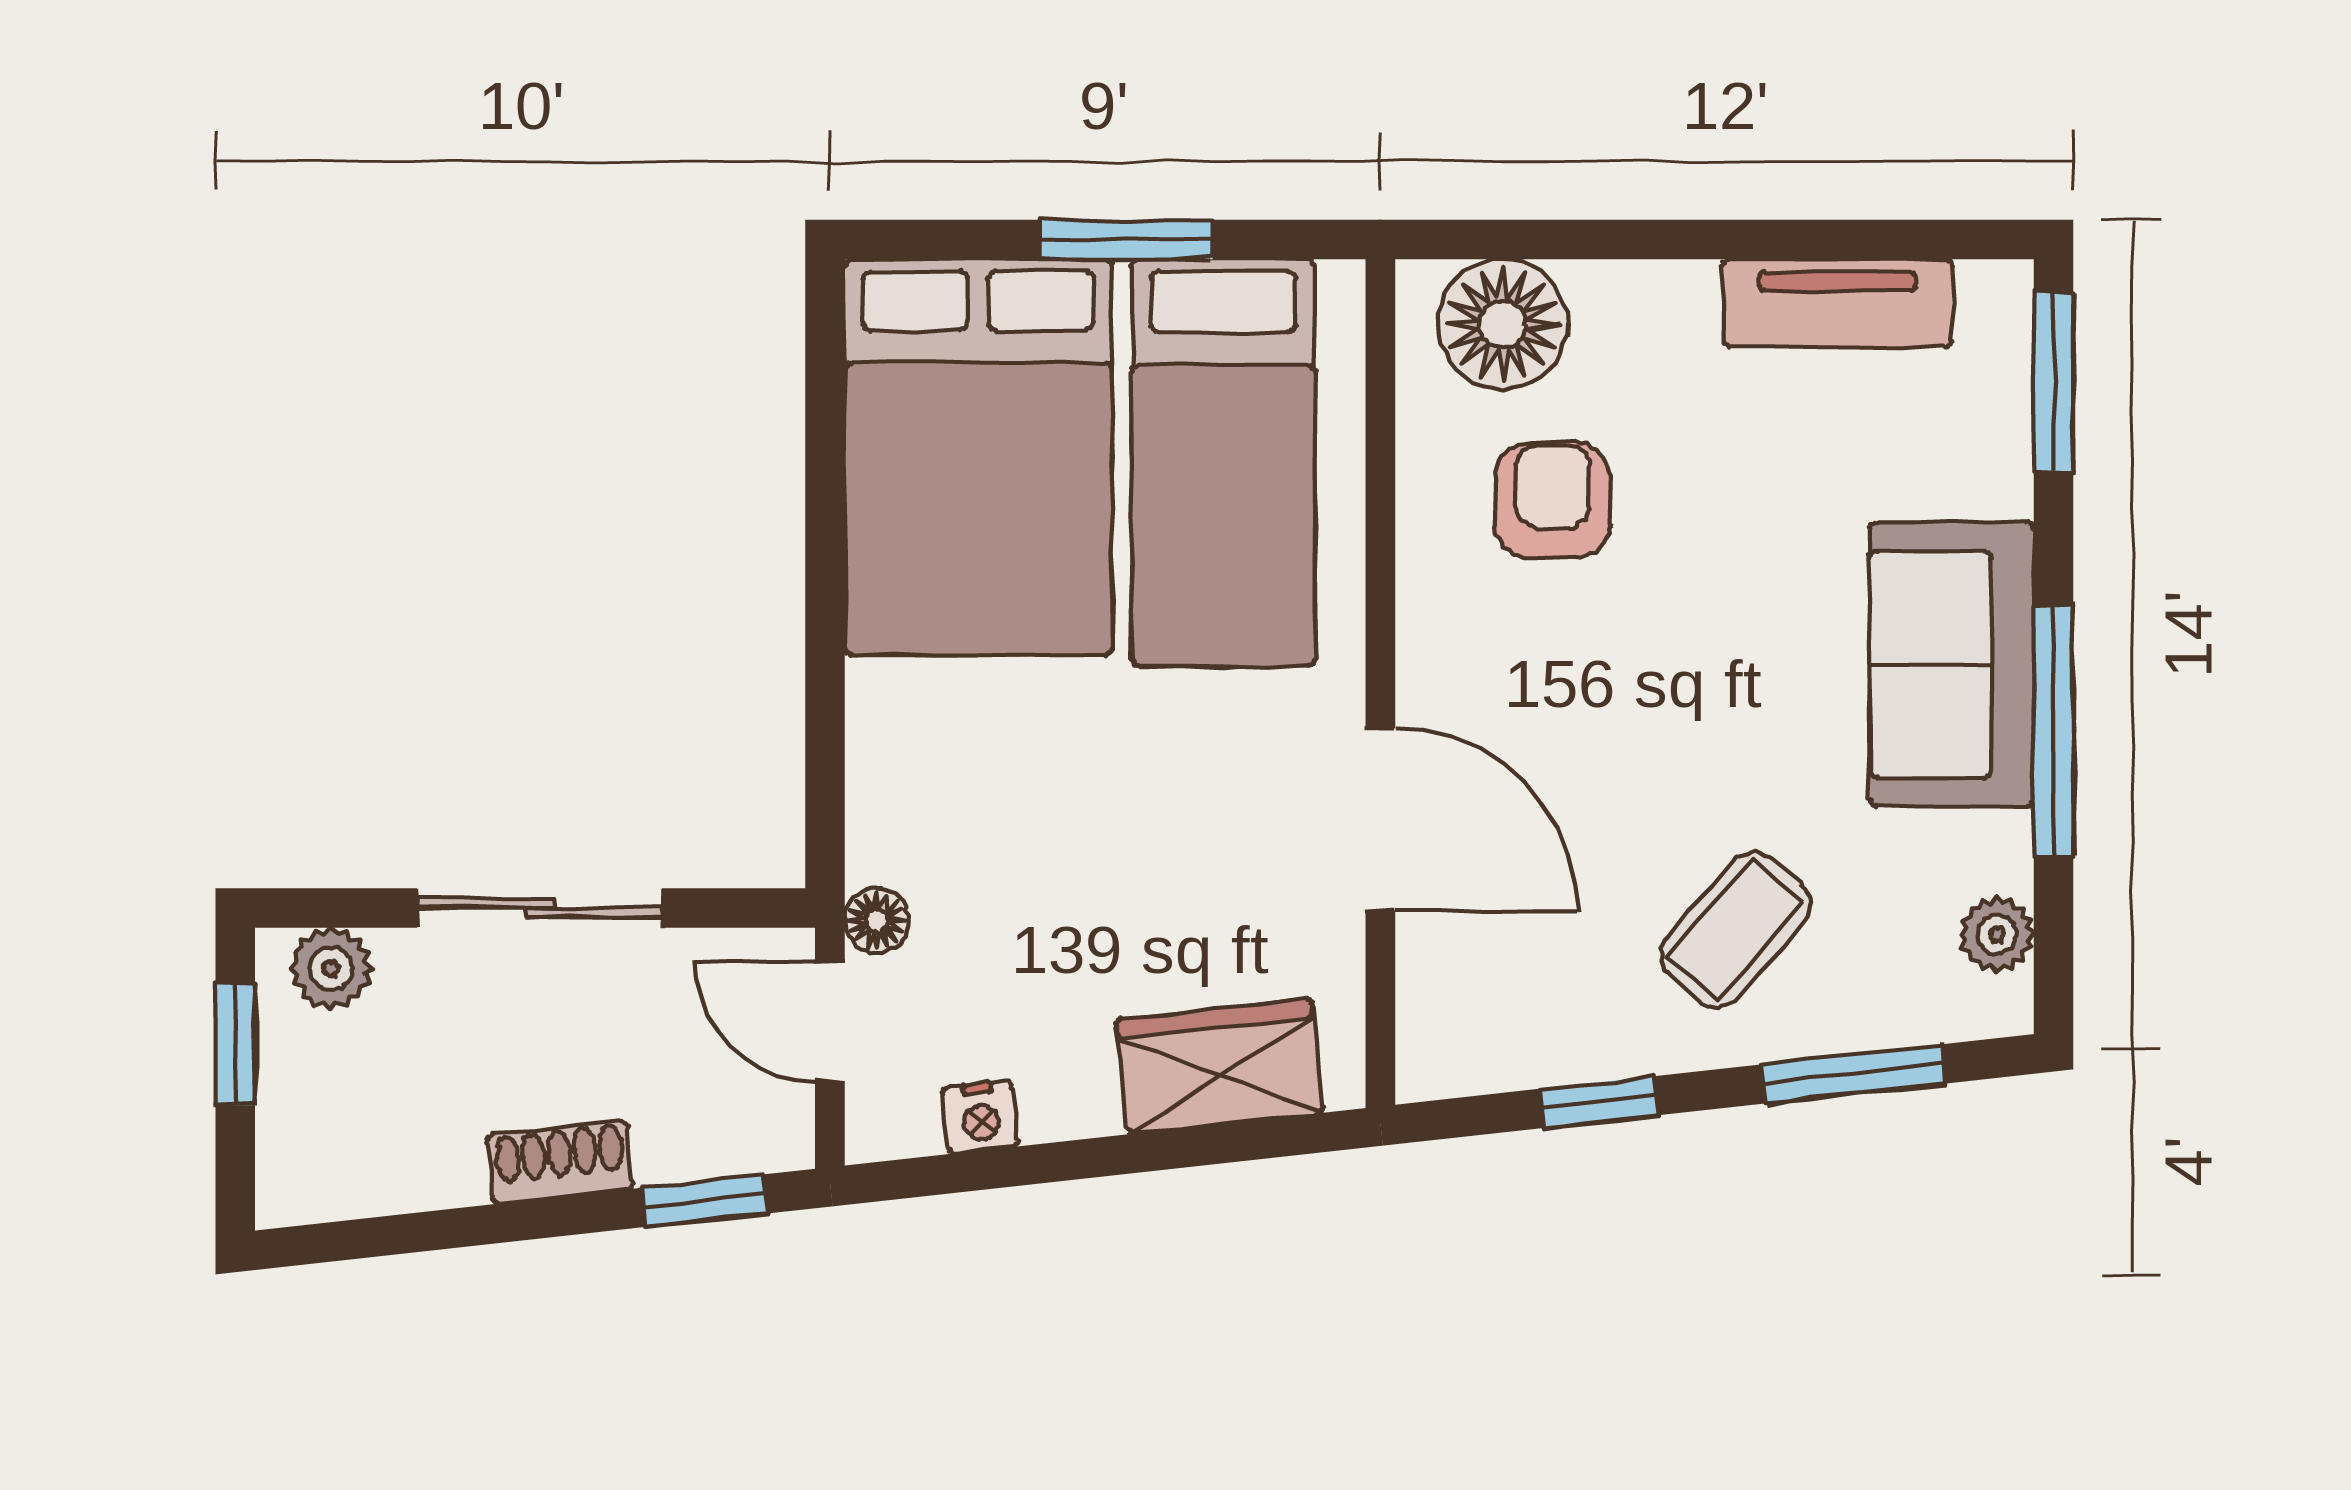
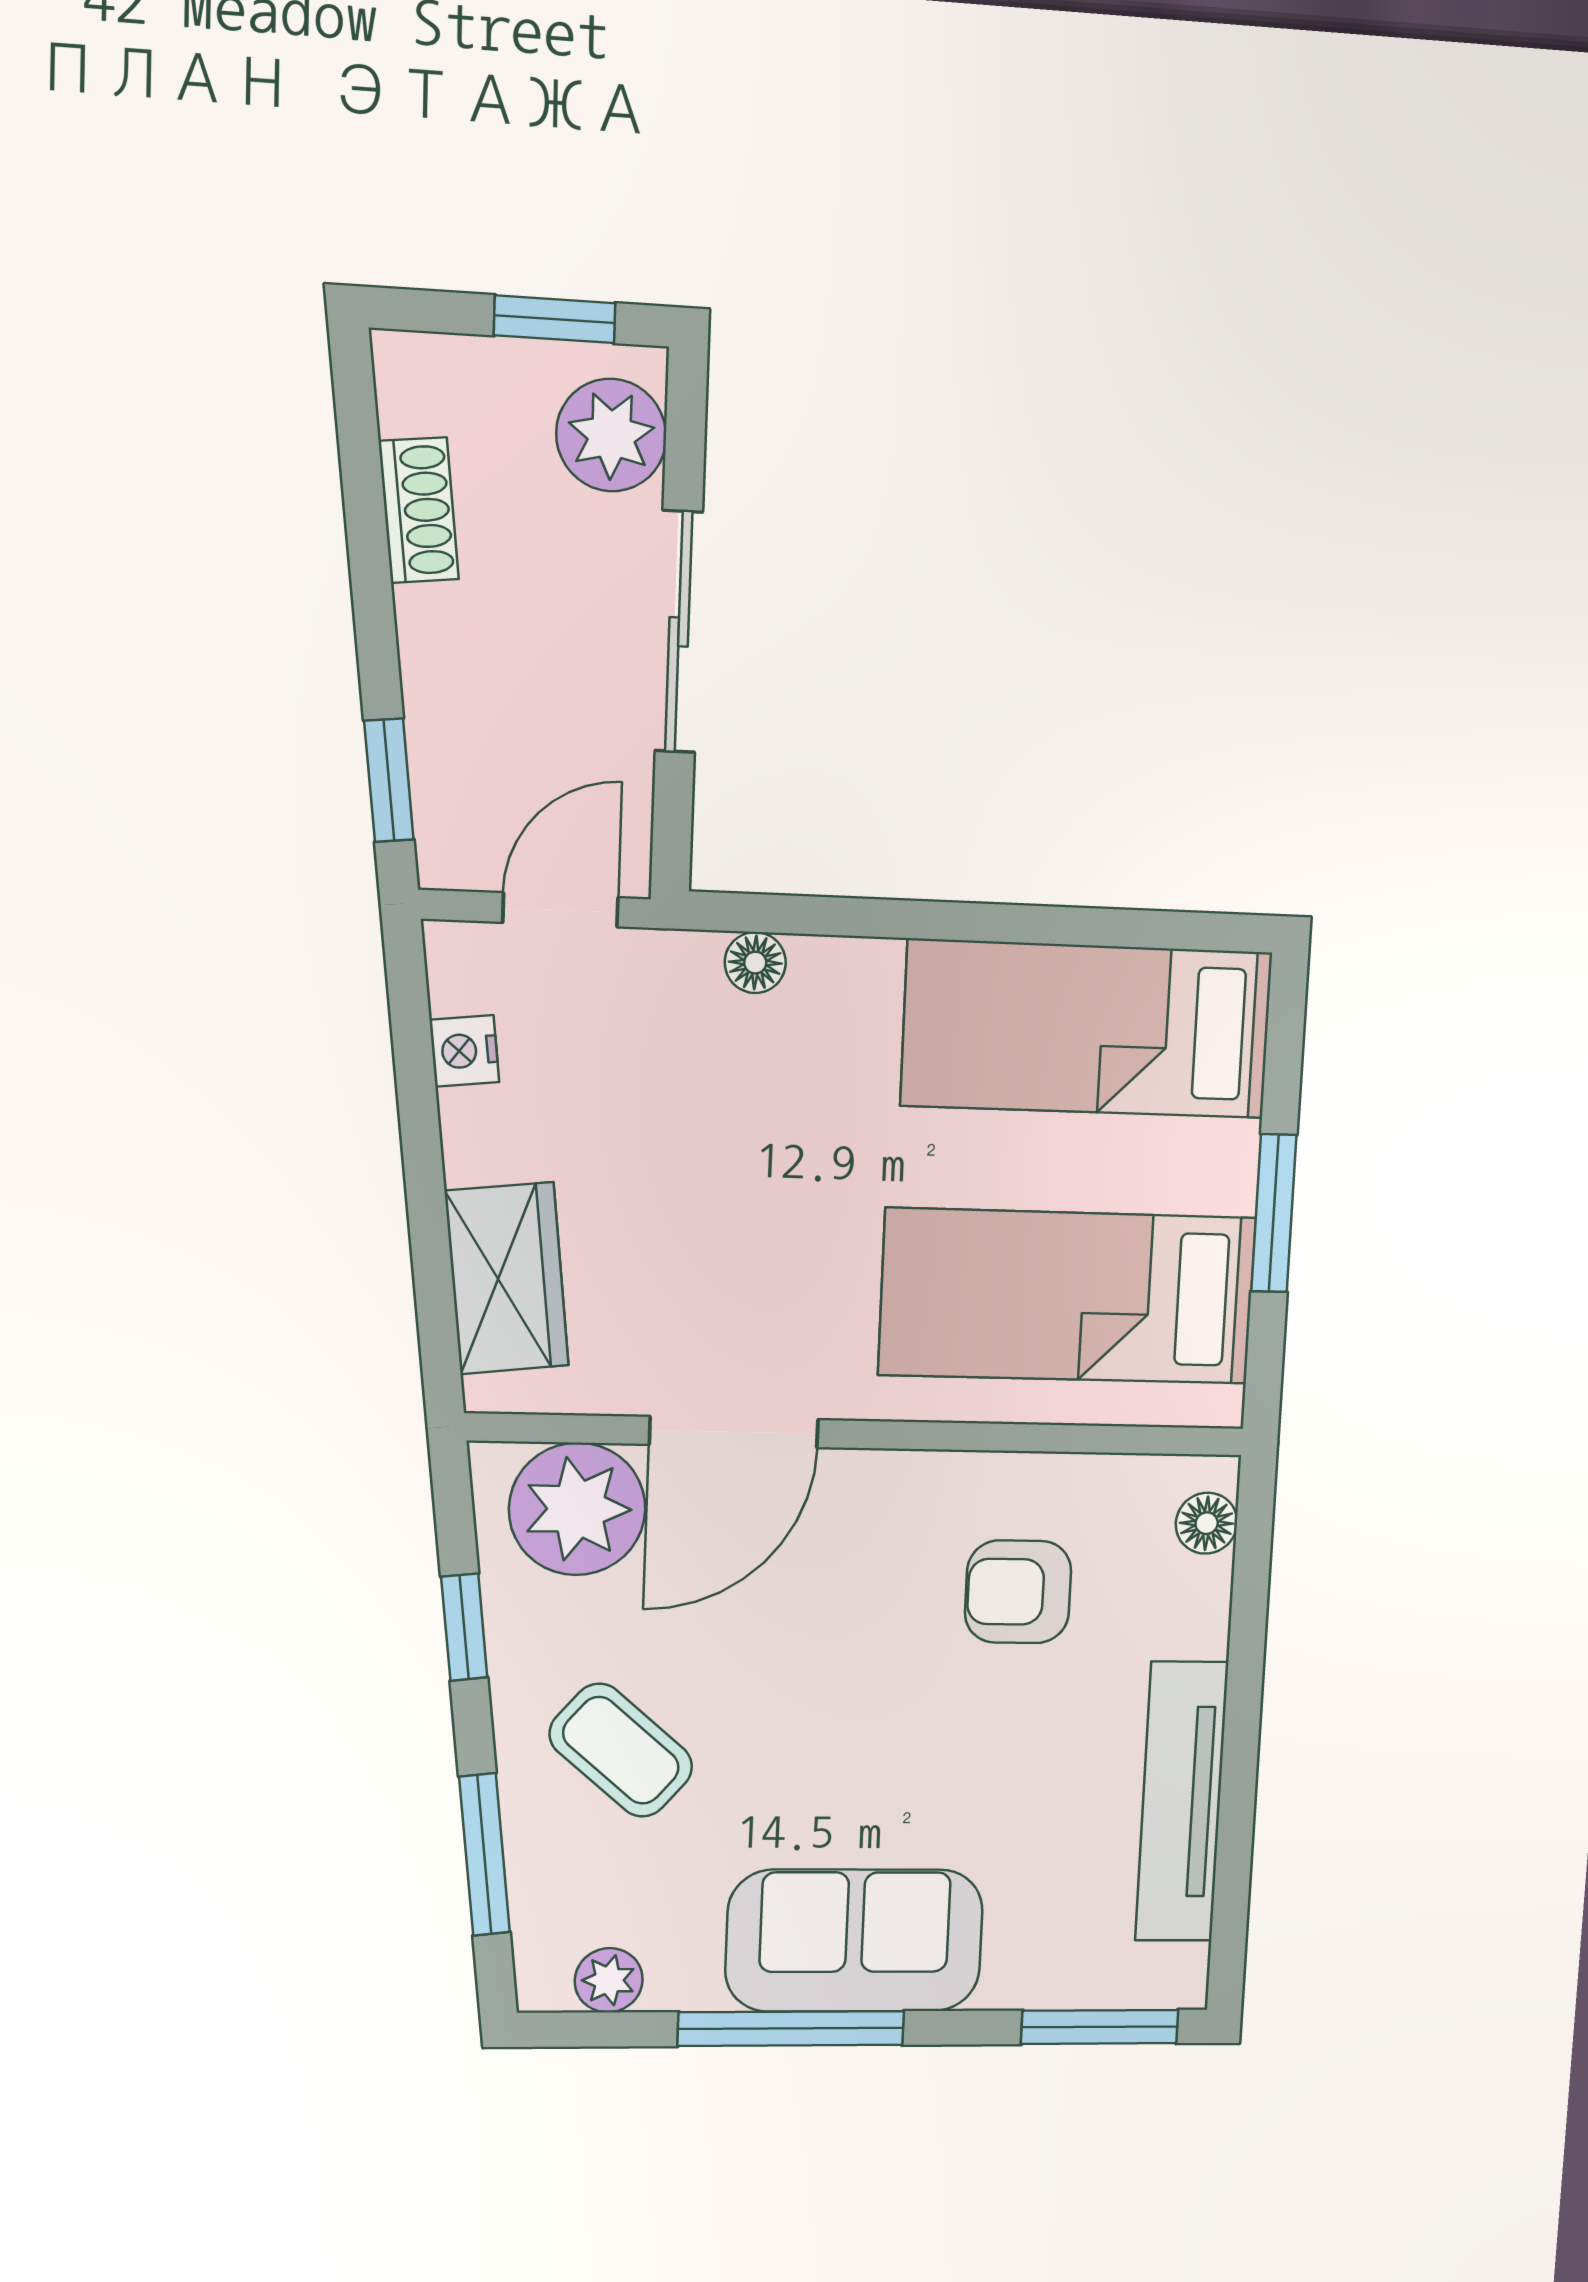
tv unit: (1837, 303) -> (1182, 1802), width x1.41
floor lamp: (1503, 324) -> (1207, 1523), width x0.53, depth x0.53
bed: (978, 457) -> (1087, 1029), width x0.67
armchair: (1553, 500) -> (1018, 1592), turned 180
floor lamp: (877, 921) -> (755, 963), moved
plant: (331, 968) -> (611, 435), width x1.38, depth x1.38
plant: (1468, 985) -> (577, 1509), added
shoe rack: (560, 1162) -> (419, 510), moved

